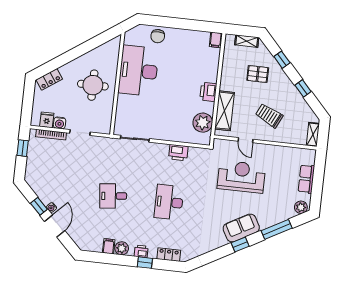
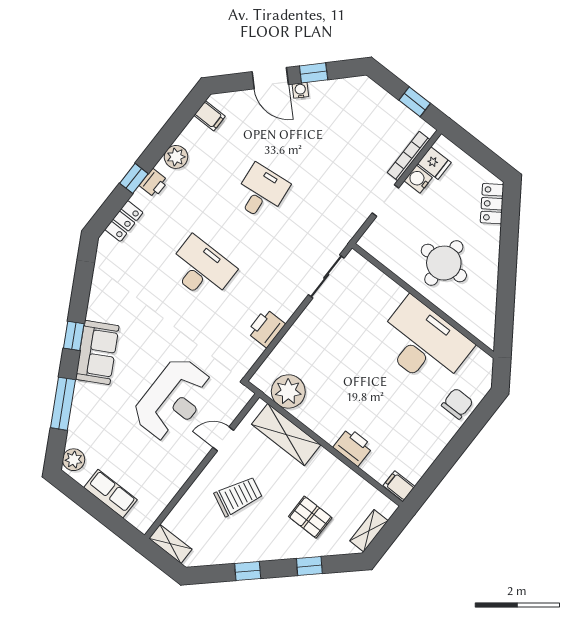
chair: (158, 36) -> (457, 404), turned 90
pallet: (258, 74) -> (310, 517), turned 90
printer: (208, 92) -> (353, 447), moved
filing cabinet: (109, 246) -> (210, 116), moved

